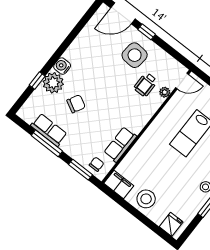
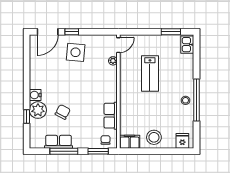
wheelchair: (146, 85) -> (97, 65), removed

